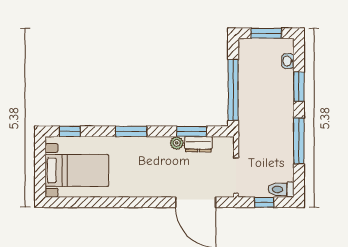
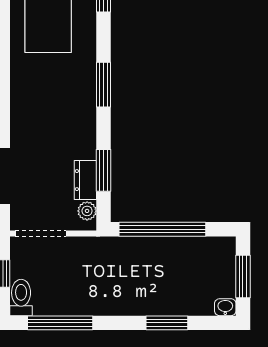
washbasin: (288, 61) -> (225, 307), moved
window: (299, 141) -> (60, 323), moved
plant: (177, 143) -> (87, 211), moved

